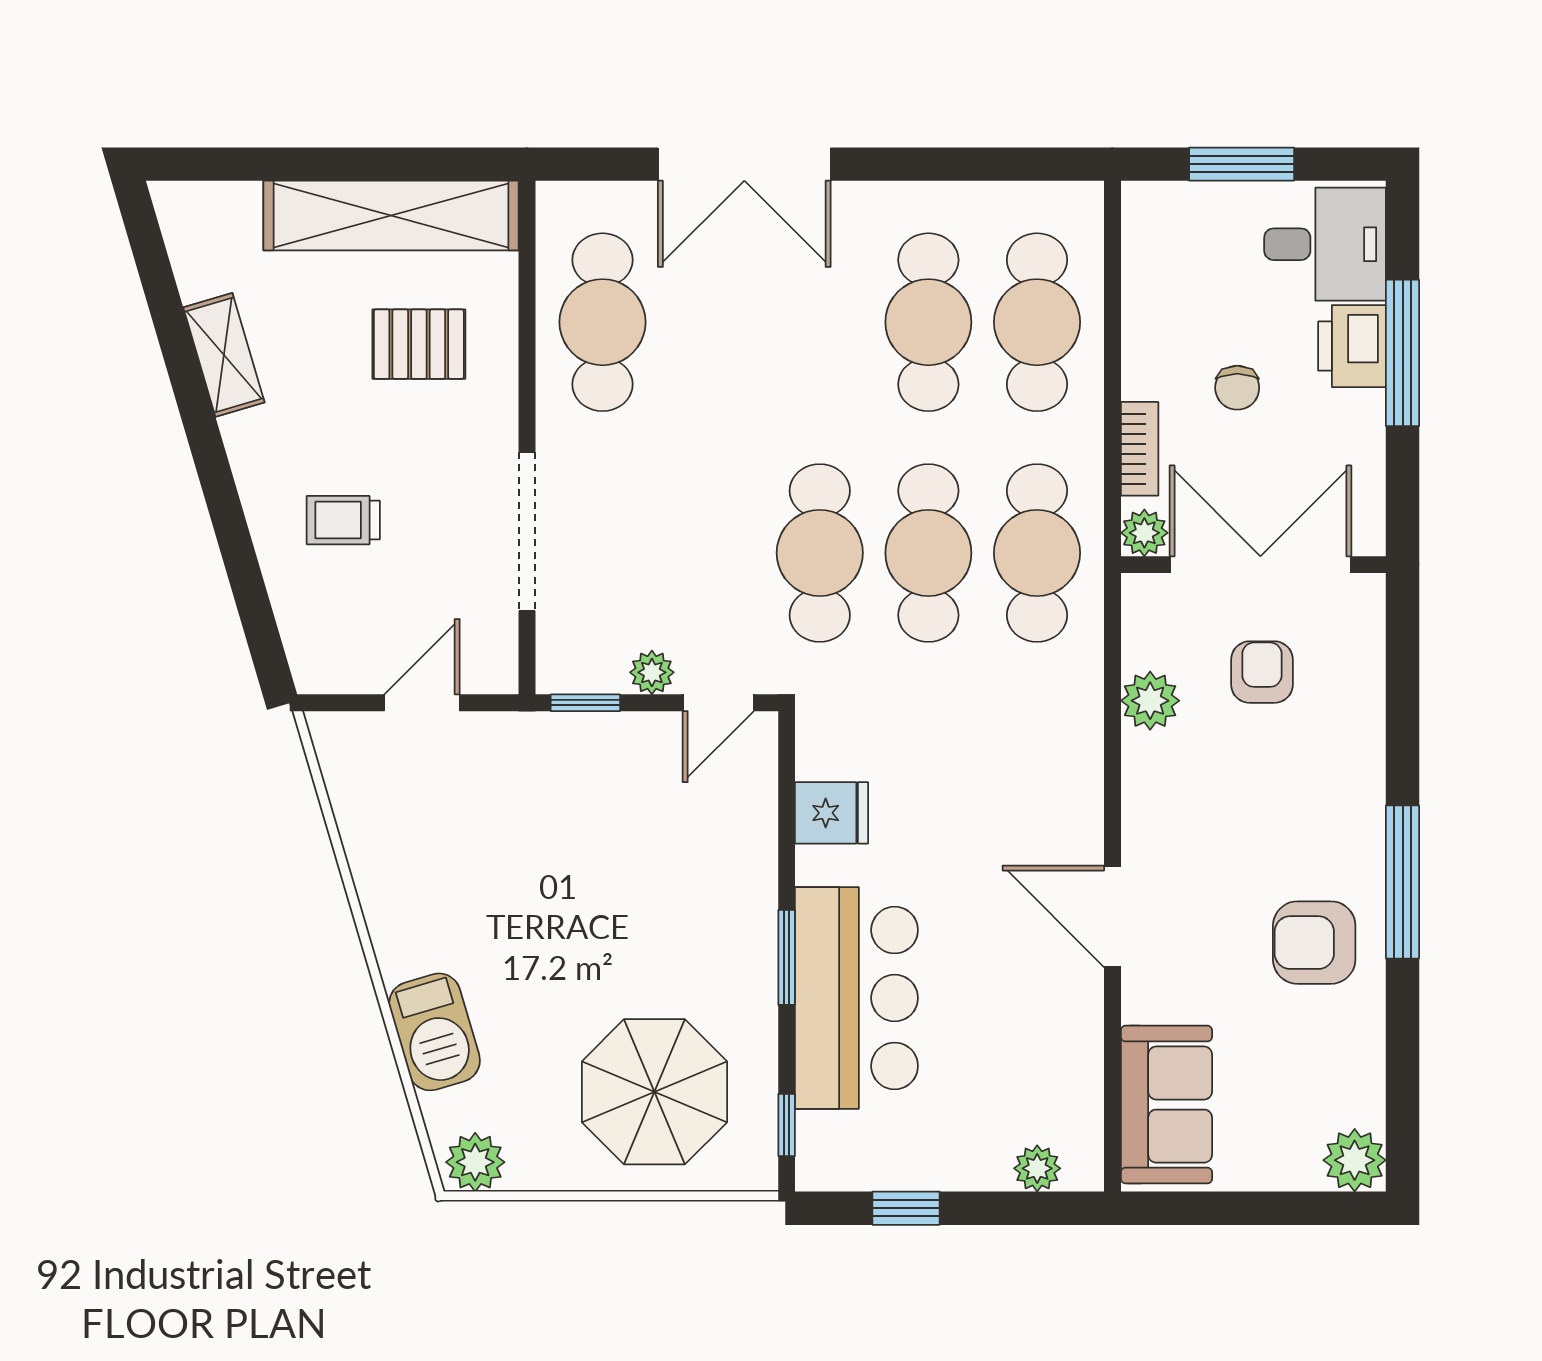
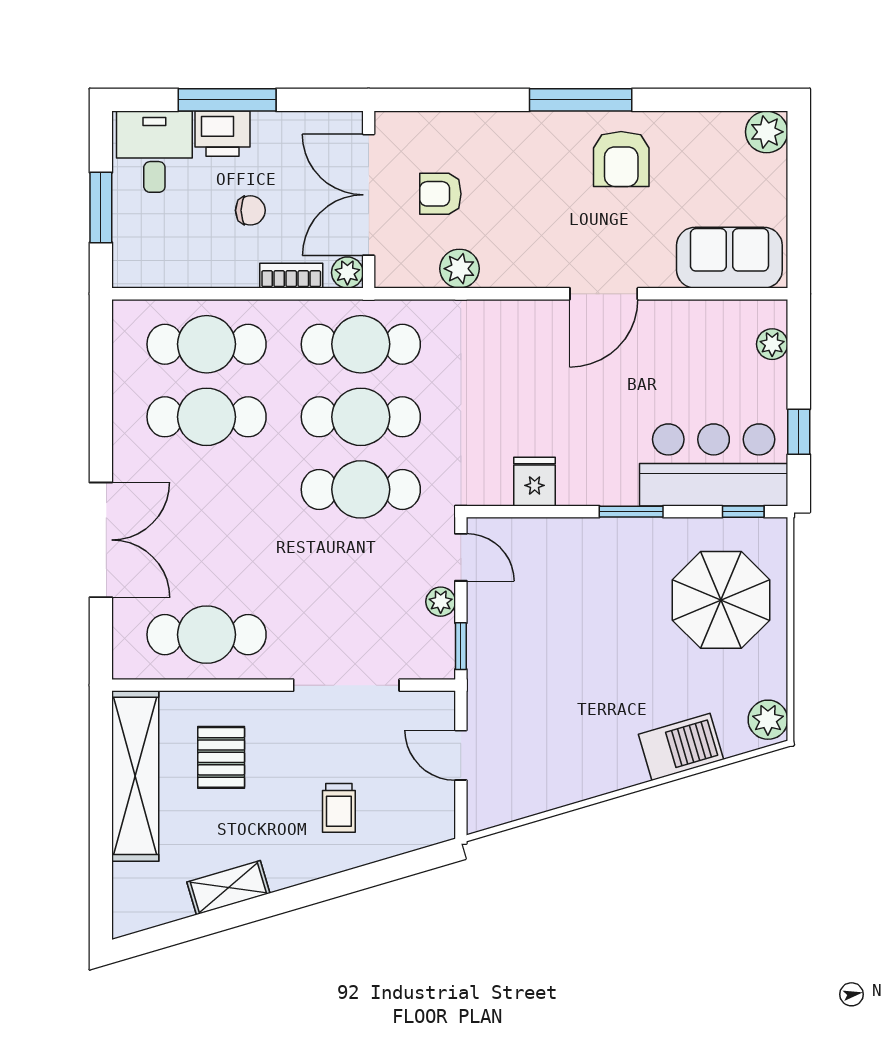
bar counter: (856, 998) -> (714, 465), moved

